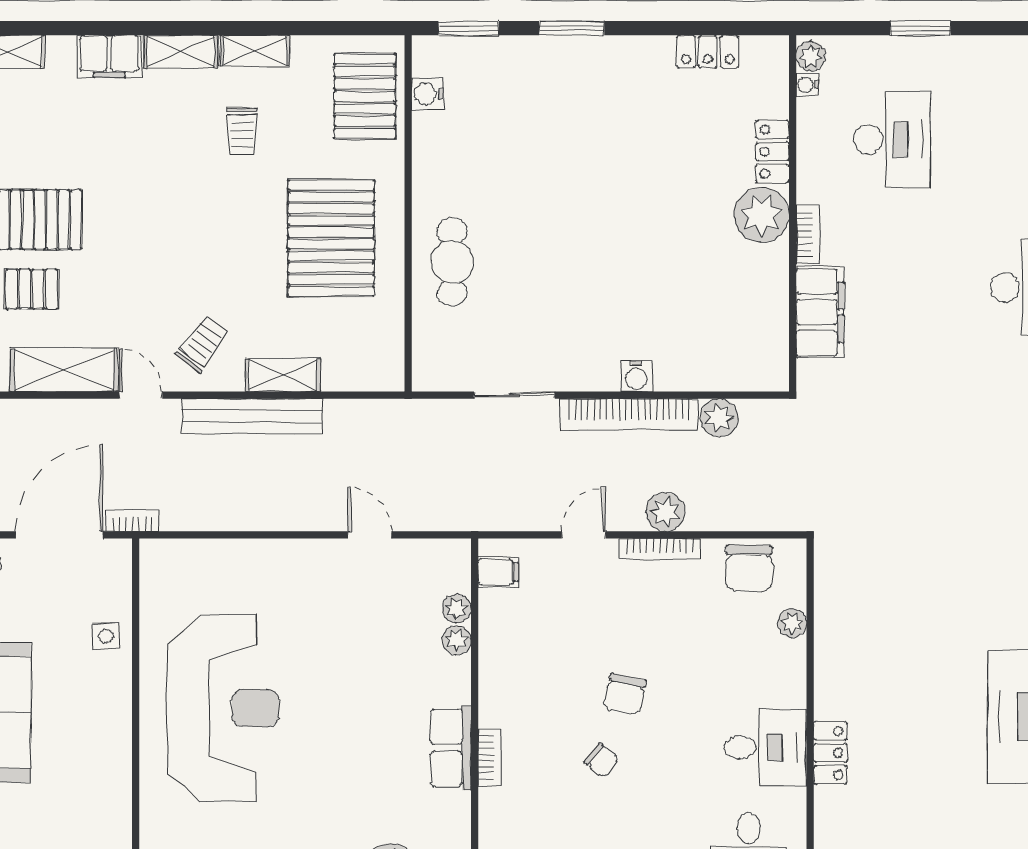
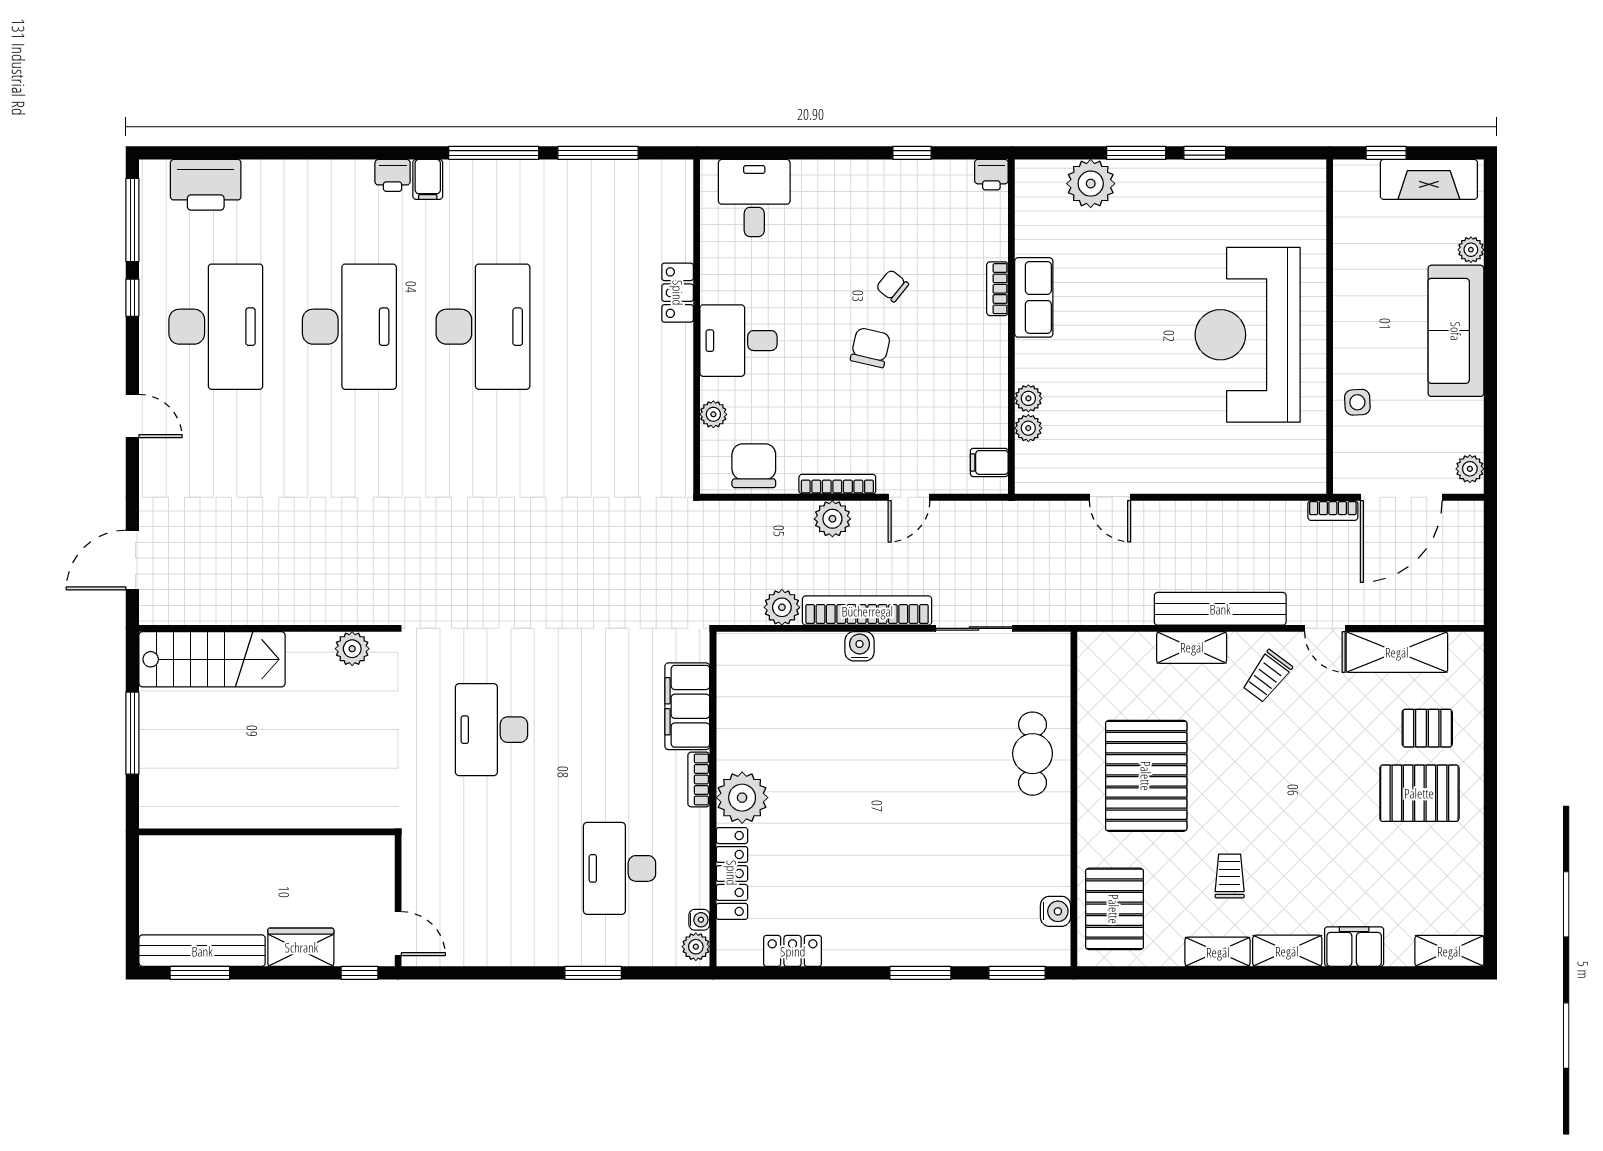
locker: (772, 151) -> (732, 873), width x1.53
desk: (765, 747) -> (738, 341), moved

